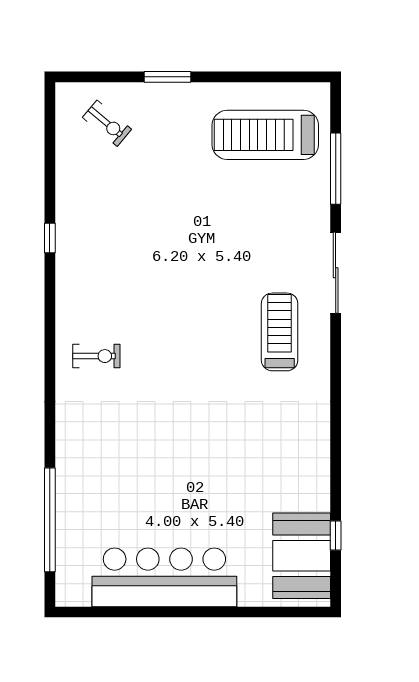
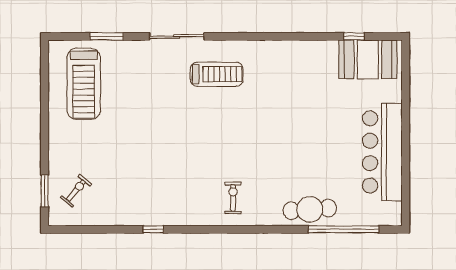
window: (168, 77) -> (45, 191), moved
window: (336, 169) -> (106, 36), width x0.69
treadmill: (280, 332) -> (217, 74), turned 180
cafe table: (79, 470) -> (310, 209), added

